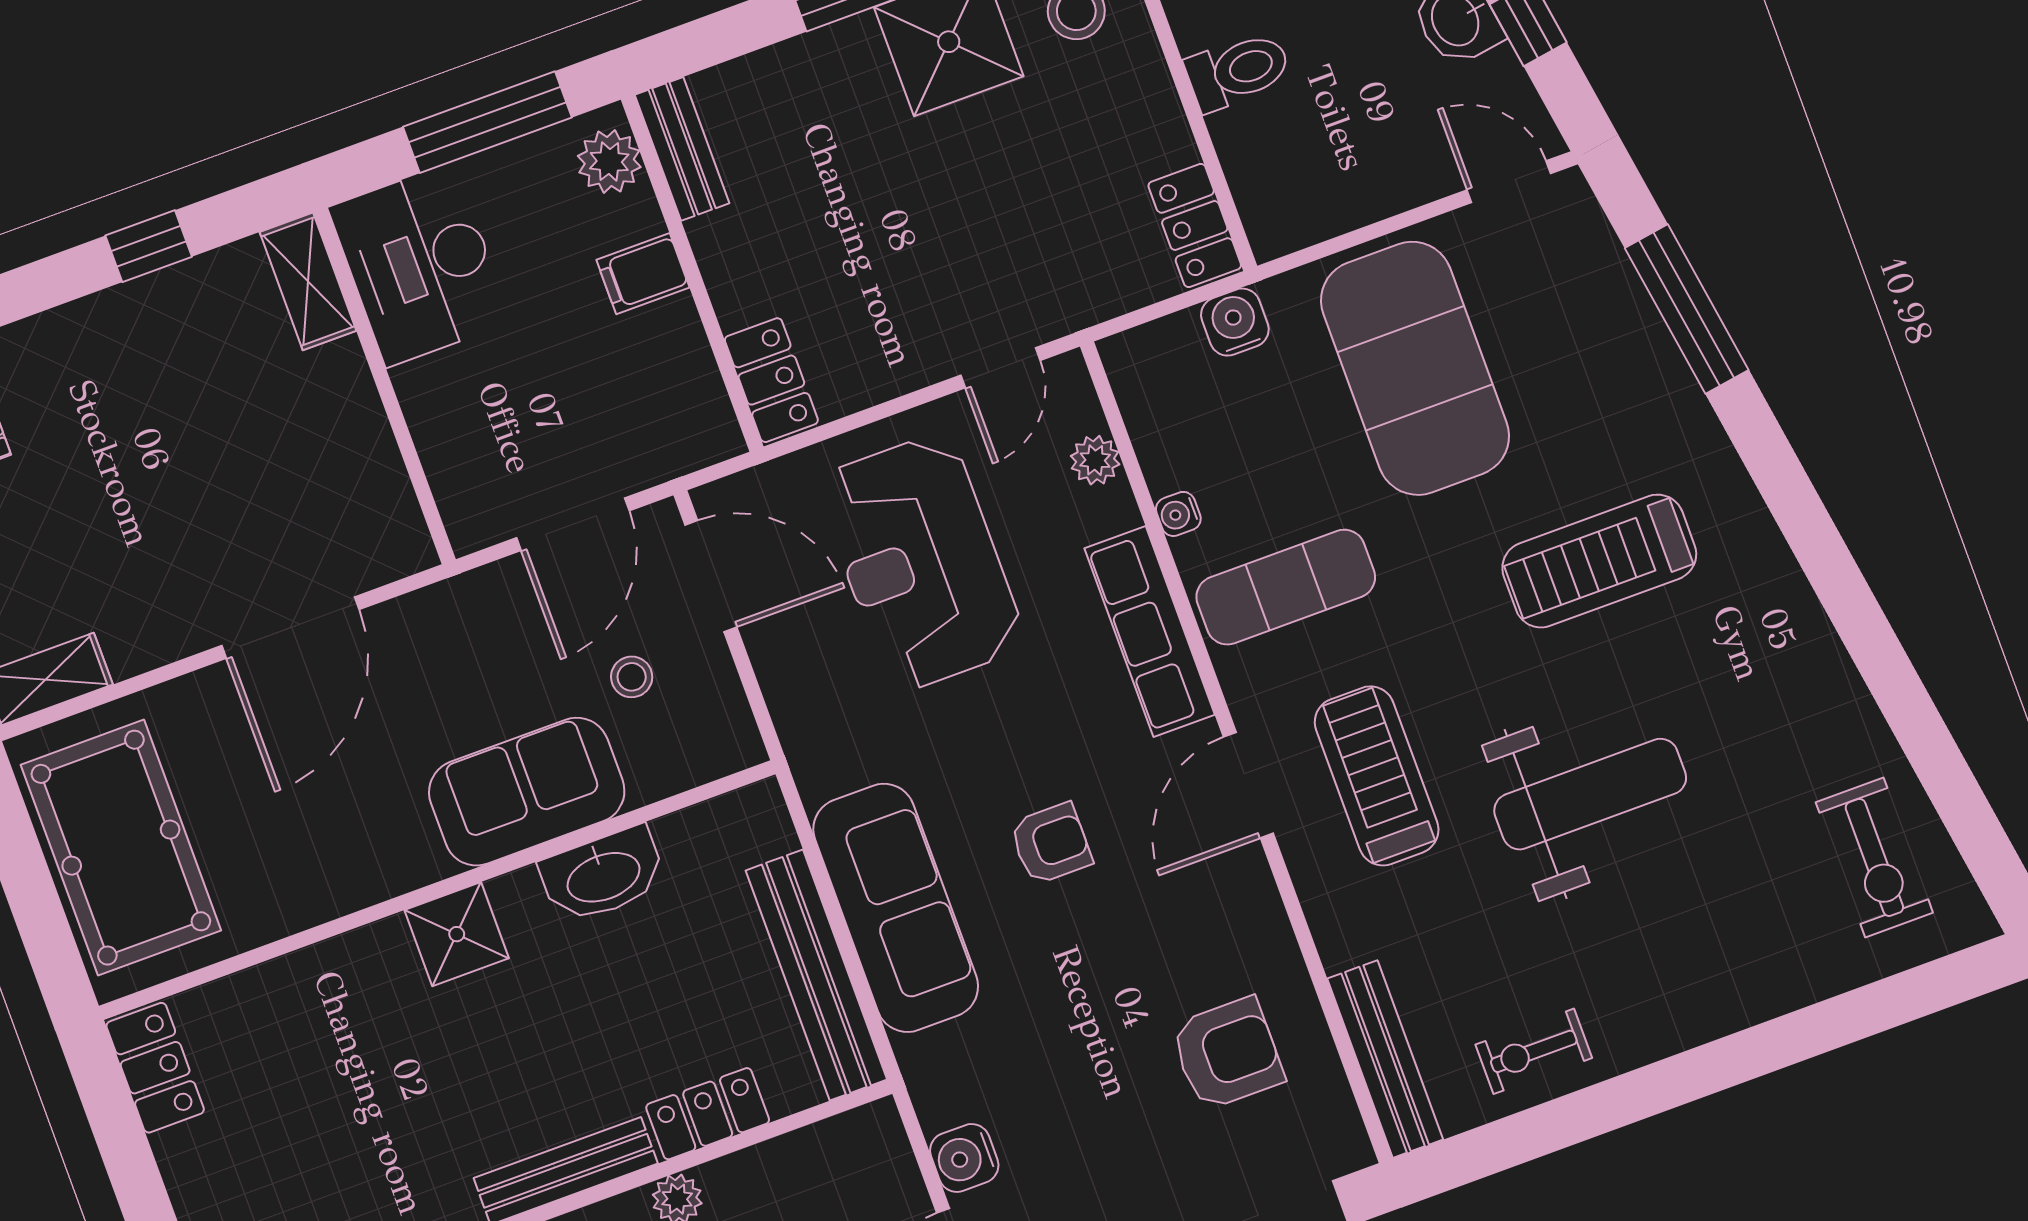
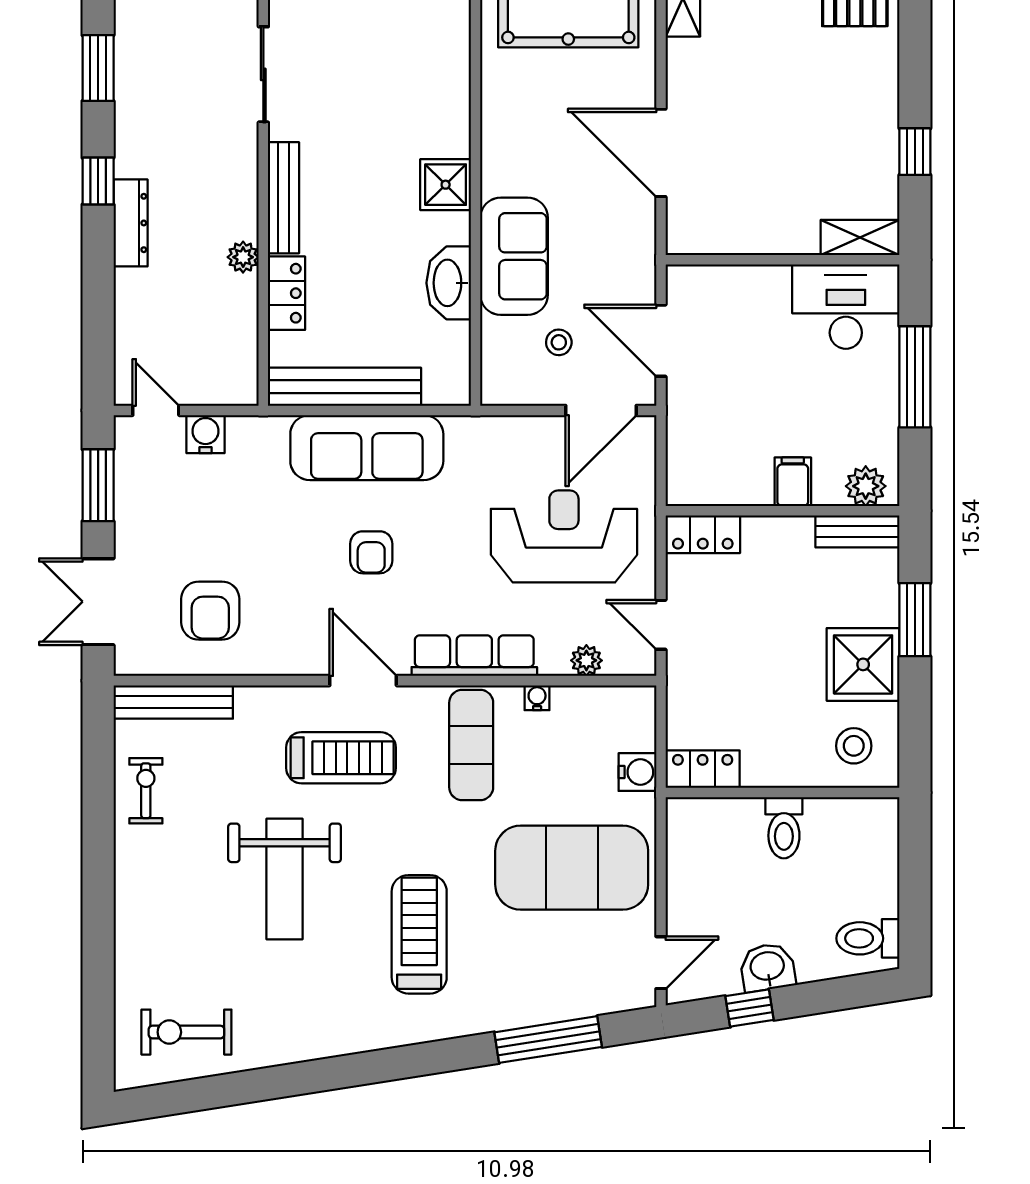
bench: (682, 149) -> (857, 531), moved
plant: (609, 161) -> (866, 486), moved
wall: (692, 273) -> (783, 511), moved
filing cabinet: (643, 274) -> (793, 482), moved
locker: (771, 380) -> (703, 534), moved

